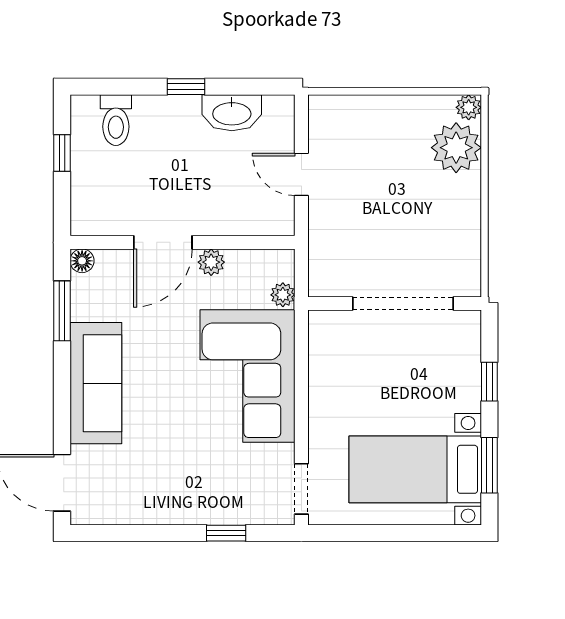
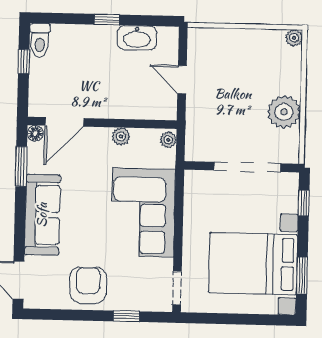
toilet: (116, 120) -> (40, 40), moved
plant: (456, 148) -> (284, 112), moved
door: (163, 242) -> (64, 122), moved
plant: (283, 295) -> (168, 140), moved
window: (489, 382) -> (304, 203), moved
bed with nightstands: (415, 469) -> (253, 264), width x1.36
armchair: (167, 487) -> (88, 285), added

